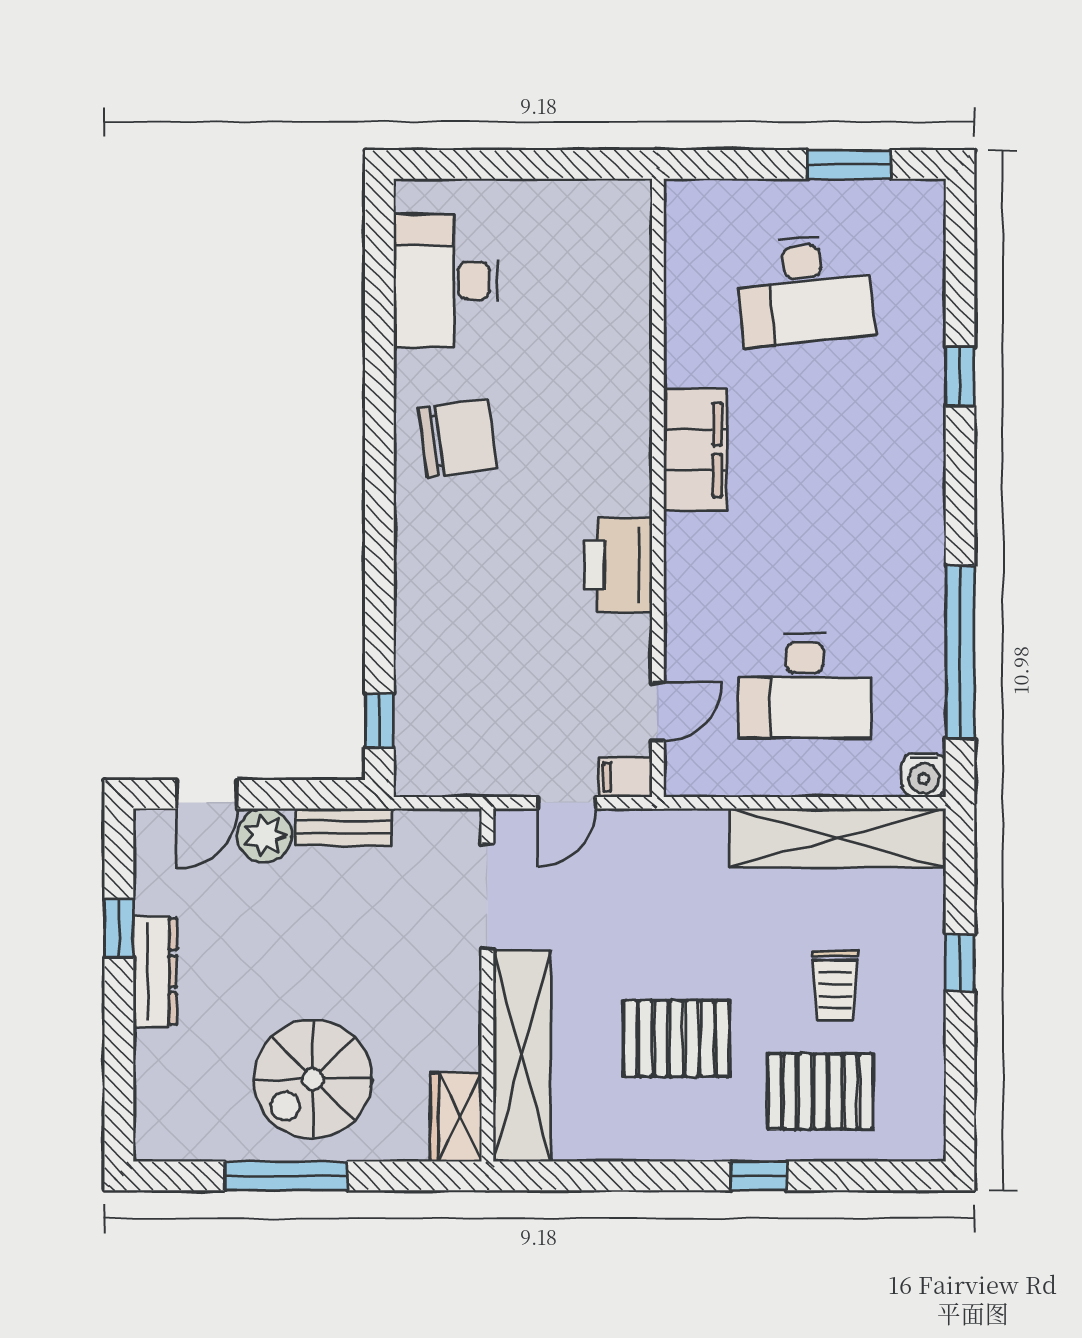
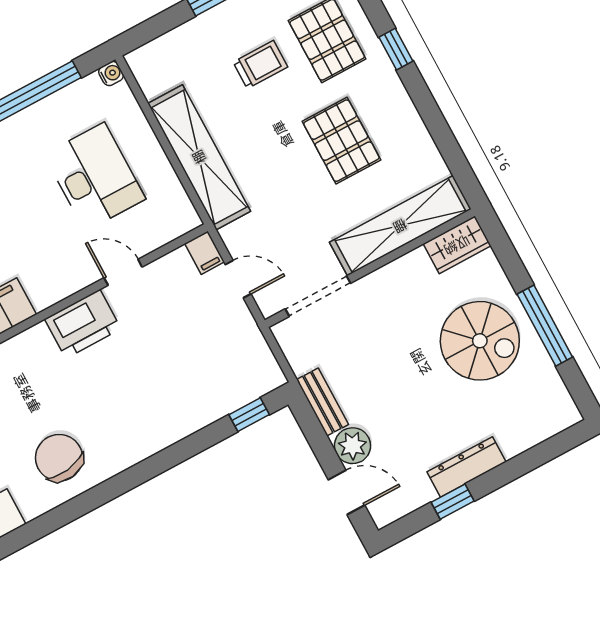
door: (658, 712) -> (123, 272), moved
water cooler: (924, 775) -> (111, 73), width x0.72, depth x0.72
shelving: (837, 838) -> (199, 157), moved

